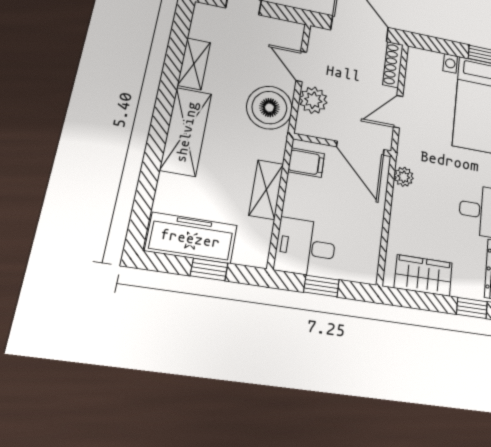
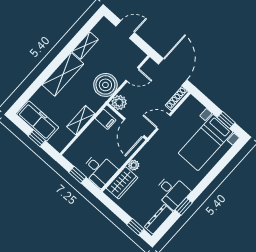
door: (301, 66) -> (132, 74), swing flipped
plant: (313, 100) -> (119, 102), moved
plant: (404, 177) -> (134, 165), moved
desk: (305, 247) -> (99, 170), moved, turned 180
wardrobe: (423, 275) -> (122, 183), moved, turned 90

